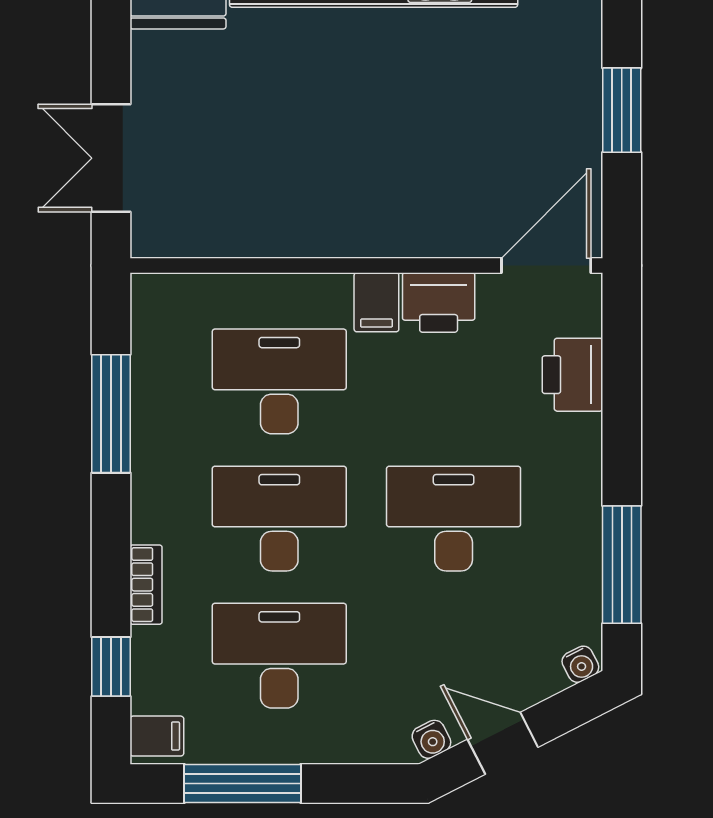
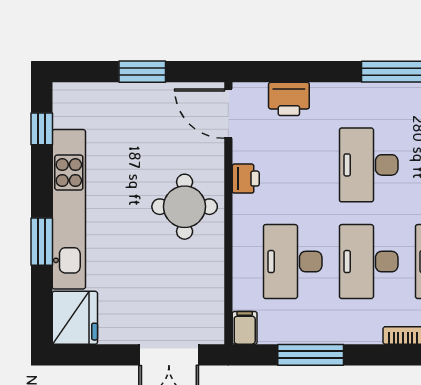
round table: (378, 186) -> (185, 207), added
filing cabinet: (376, 302) -> (245, 328), moved, turned -90
printer: (439, 302) -> (246, 179), width x0.73, depth x0.81

